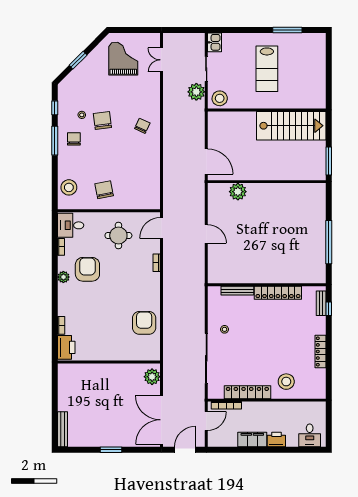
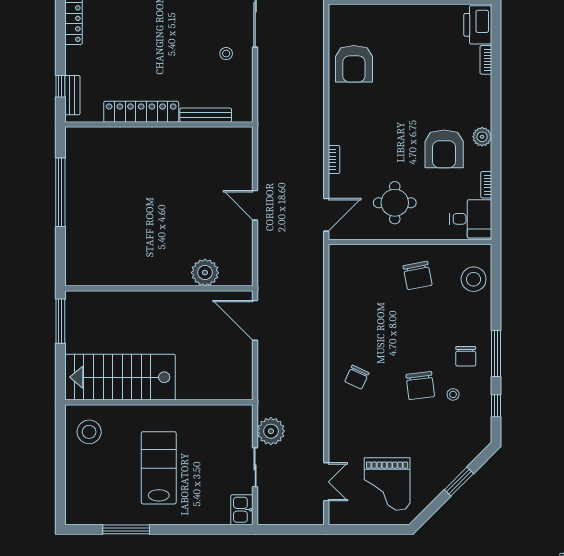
stool: (220, 98) -> (89, 432), moved

